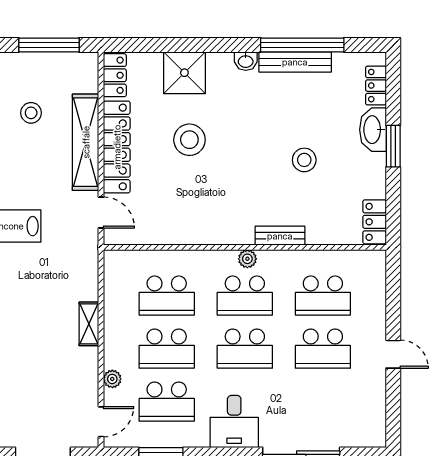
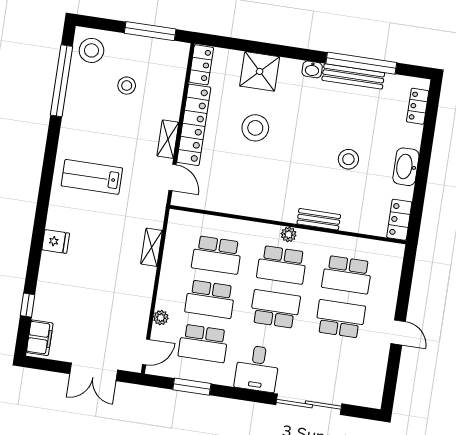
washbasin: (373, 130) -> (406, 167), moved
shelving: (86, 142) -> (168, 139), width x0.45, depth x0.75
window: (393, 146) -> (424, 159), removed
shelving: (89, 324) -> (152, 247), moved
school desk: (245, 349) -> (275, 309), turned 180
school desk: (323, 349) -> (340, 319), turned 180

